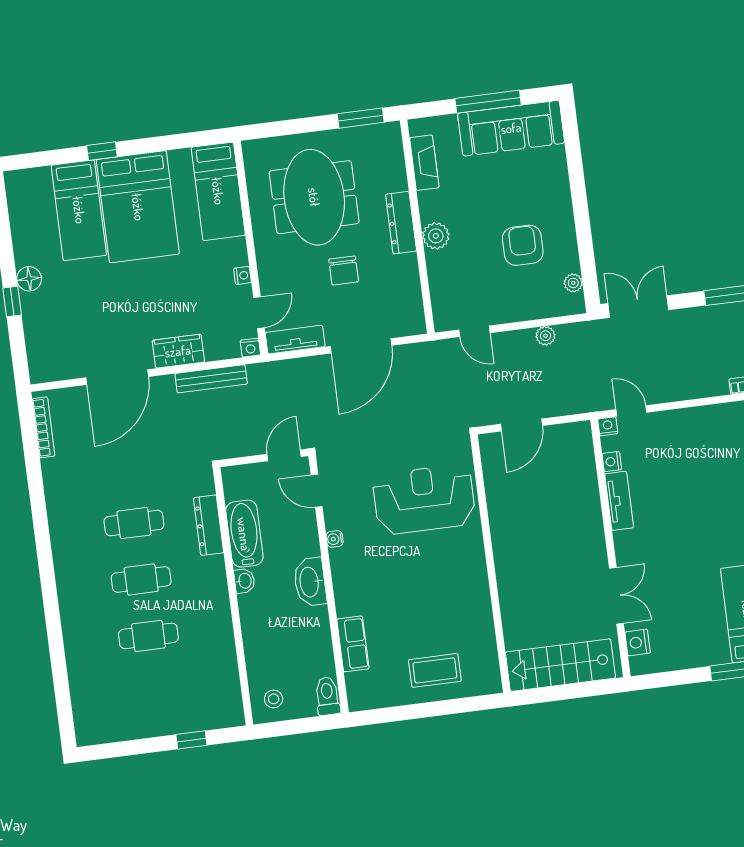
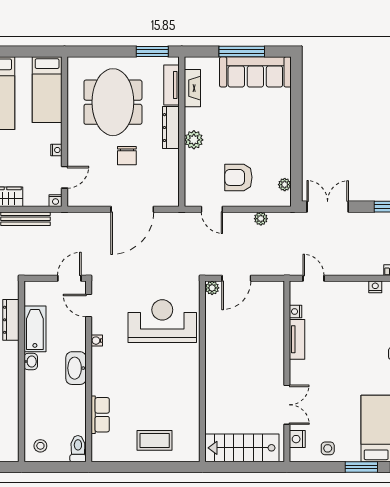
armchair: (523, 245) -> (238, 177), moved, turned -90
tv unit: (295, 339) -> (171, 85), moved, turned -90
nightstand: (608, 426) -> (375, 287), moved
plant: (489, 443) -> (212, 288), added
side table: (682, 650) -> (328, 448), added

